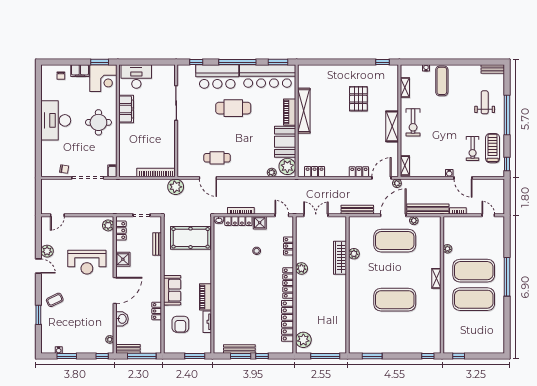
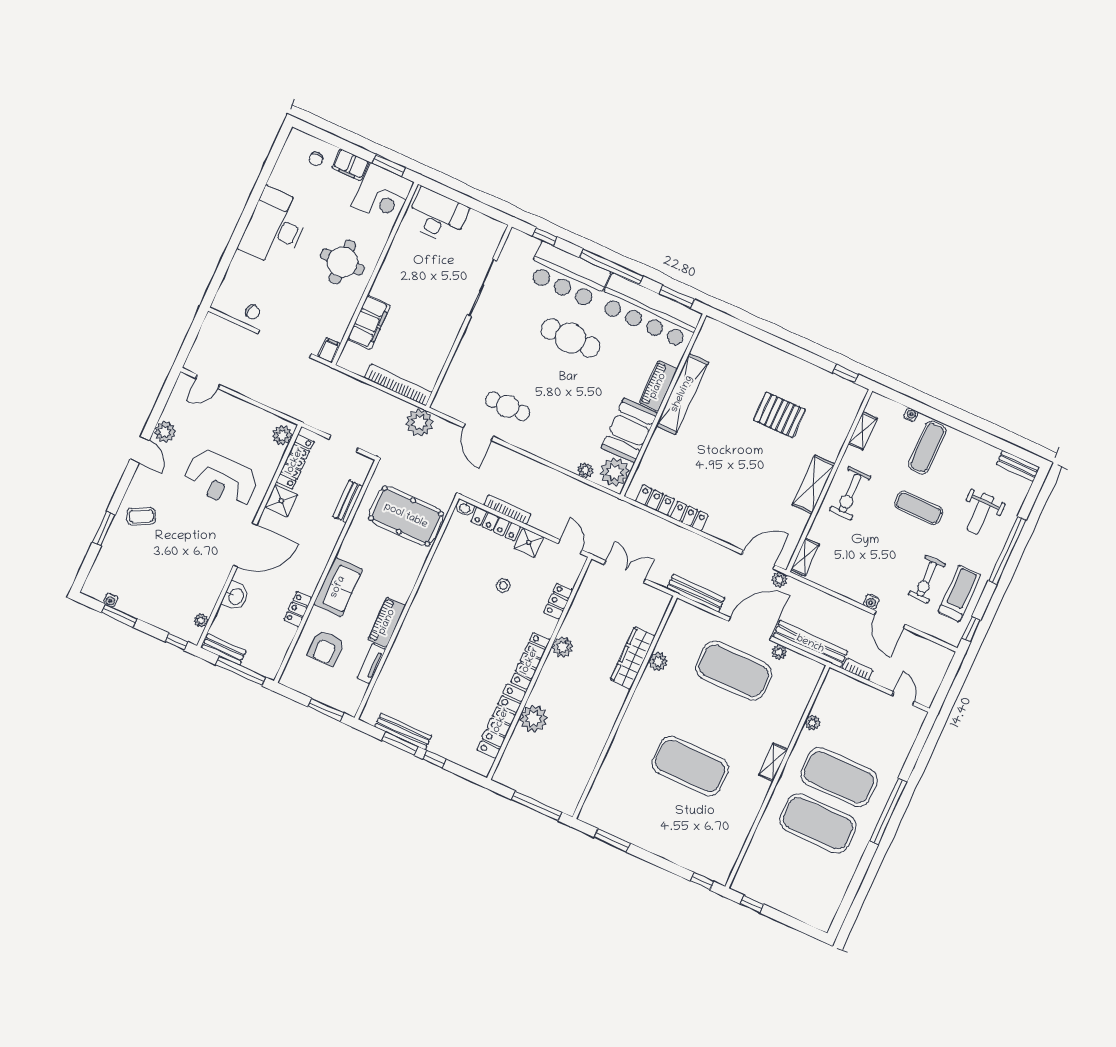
pallet: (358, 99) -> (779, 415), turned 90
weight bench: (485, 102) -> (980, 514), turned 180
filing cabinet: (126, 109) -> (369, 322), moved
exercise mat: (452, 114) -> (919, 508), added
locker: (359, 172) -> (689, 516), moved
locker: (121, 230) -> (295, 461), width x1.53
plant: (303, 340) -> (534, 719), moved

